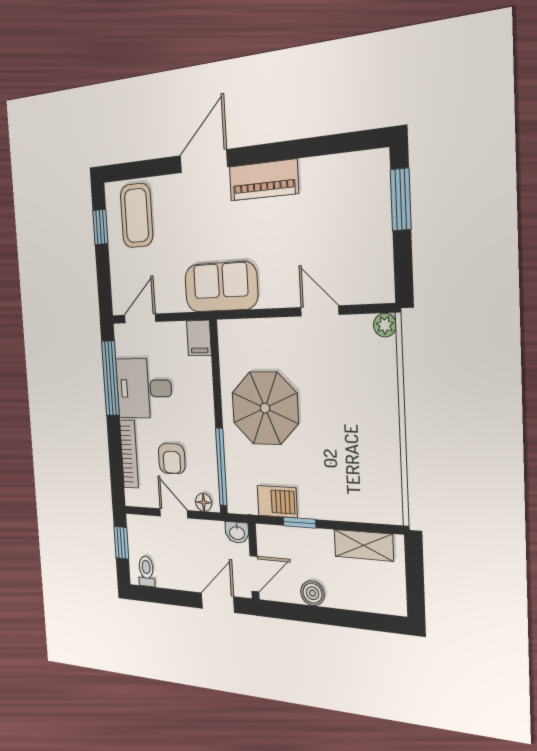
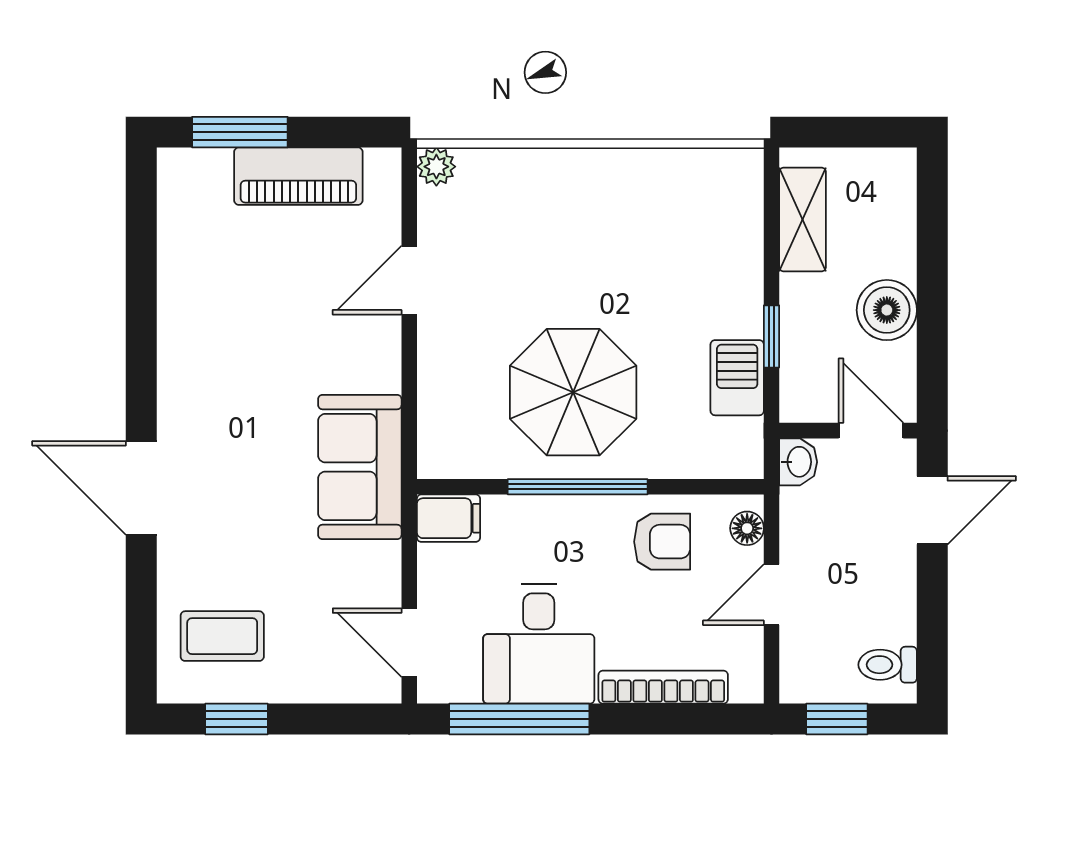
piano: (264, 180) -> (298, 176), moved, turned 90
coffee table: (137, 215) -> (222, 636), width x0.73, depth x0.77
armchair: (172, 459) -> (662, 542), moved
window: (221, 467) -> (578, 487), moved
boiler: (312, 593) -> (887, 310), width x1.36, depth x1.36
door: (218, 603) -> (932, 510), swing flipped

